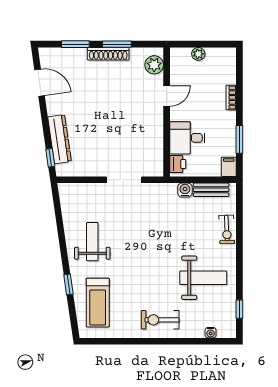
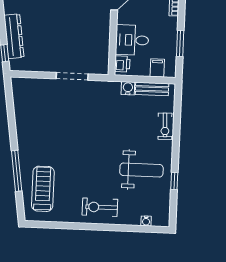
filing cabinet: (229, 167) -> (157, 68), moved
weight bench: (92, 242) -> (40, 132), removed
window: (68, 284) -> (17, 171), width x2.17
treadmill: (98, 303) -> (43, 189), turned 180
window: (239, 309) -> (174, 181), moved

